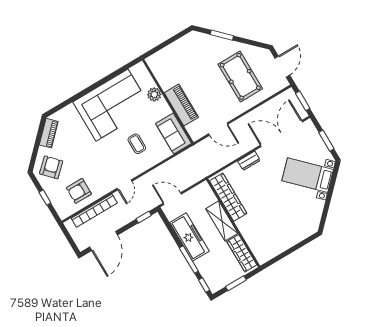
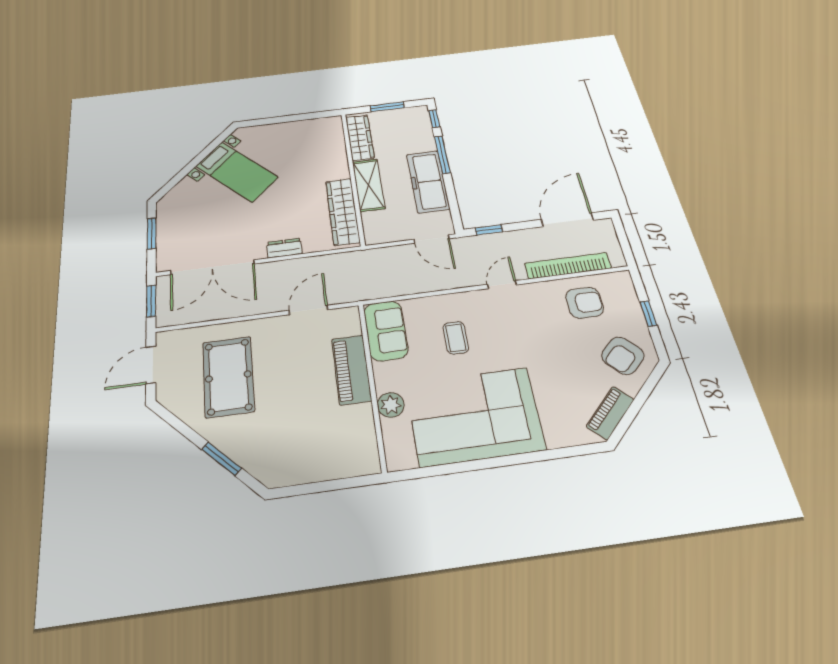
door: (218, 129) -> (308, 310), hinge flipped
bed with nightstands: (308, 175) -> (237, 172), moved

